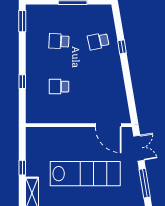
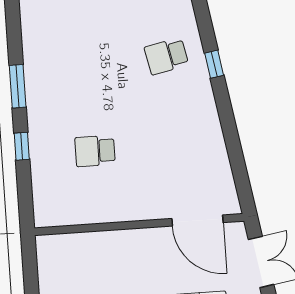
window: (22, 21) -> (18, 86), moved
school desk: (59, 41) -> (89, 61), removed

